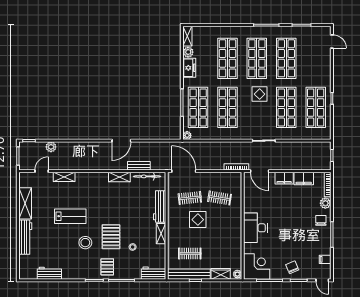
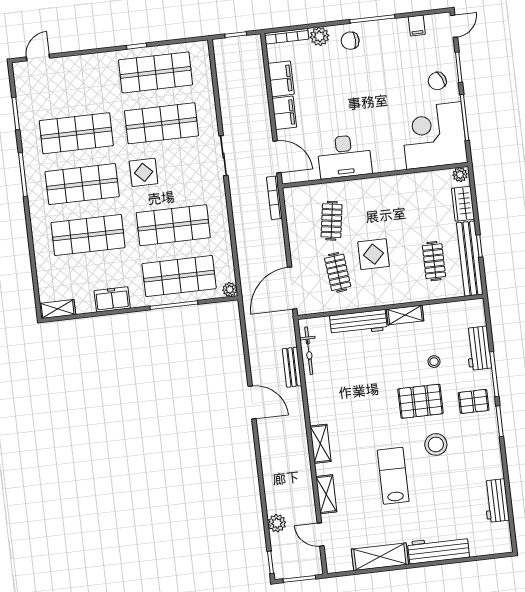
plant: (188, 52) -> (85, 304), removed
door: (260, 171) -> (277, 157), hinge flipped
shelving: (119, 177) -> (320, 444), moved
desk: (255, 228) -> (344, 156), moved
corner desk: (257, 266) -> (434, 136), width x1.36, depth x1.36
workbench: (153, 273) -> (478, 348), moved

